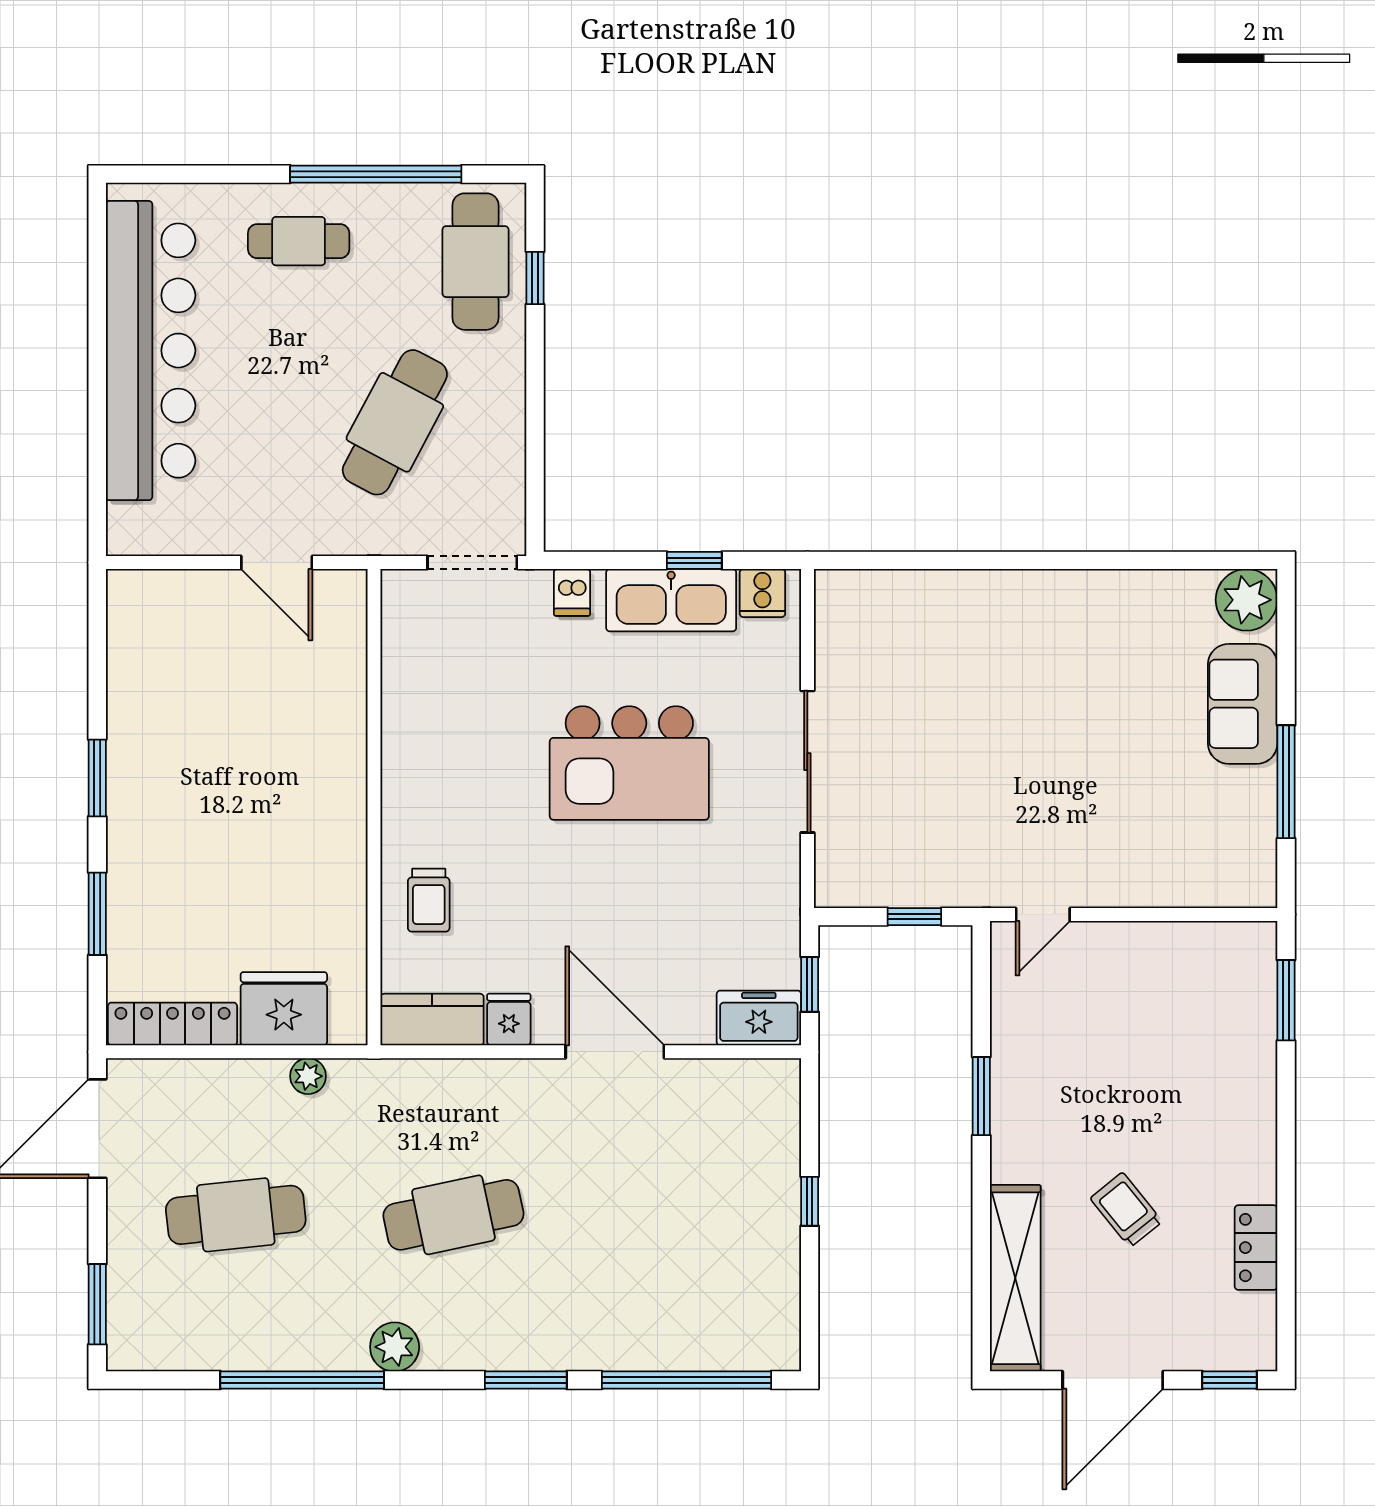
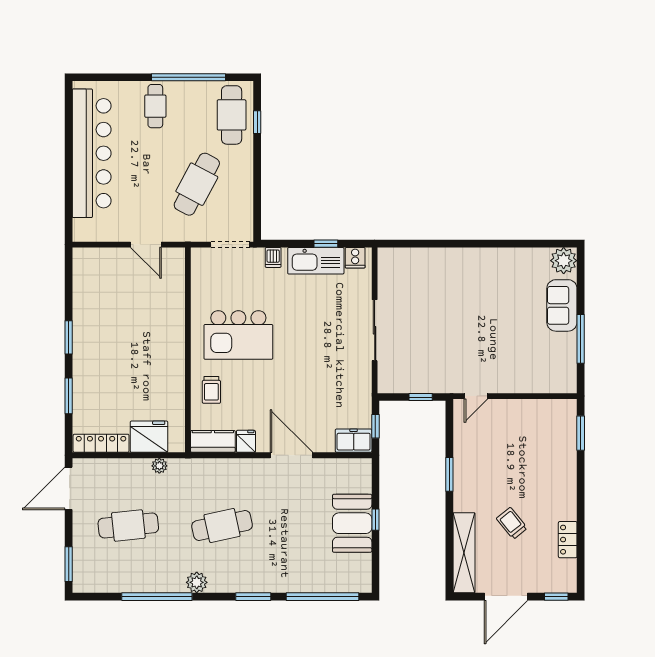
cafe table: (299, 241) -> (155, 106), turned 90
kitchen island: (629, 763) -> (238, 335), moved
booth: (756, 1210) -> (352, 523), added

